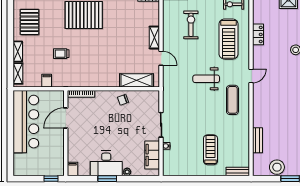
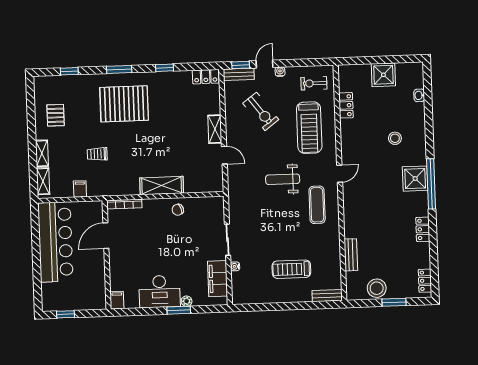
pallet: (30, 22) -> (56, 115), width x0.67, depth x0.71
exercise bike: (191, 25) -> (261, 111), turned 143
locker: (258, 34) -> (346, 105), moved
shelving: (137, 80) -> (162, 186), moved
treadmill: (211, 150) -> (291, 269), turned -90
window: (51, 179) -> (66, 314), moved
window: (107, 179) -> (179, 310), moved

